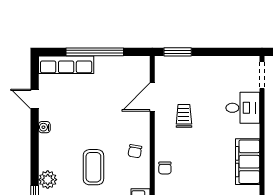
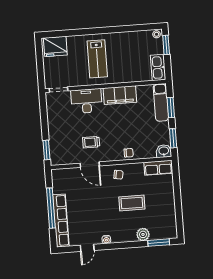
row of seats: (66, 65) -> (61, 221), width x1.36
door: (152, 97) -> (90, 165), moved
desk: (243, 108) -> (86, 101), width x1.37

